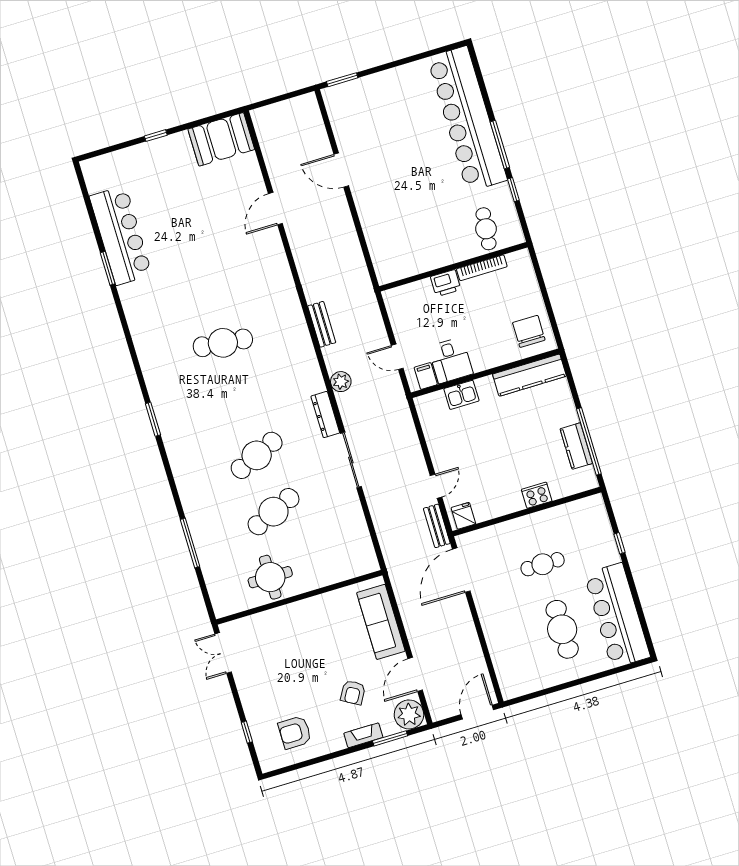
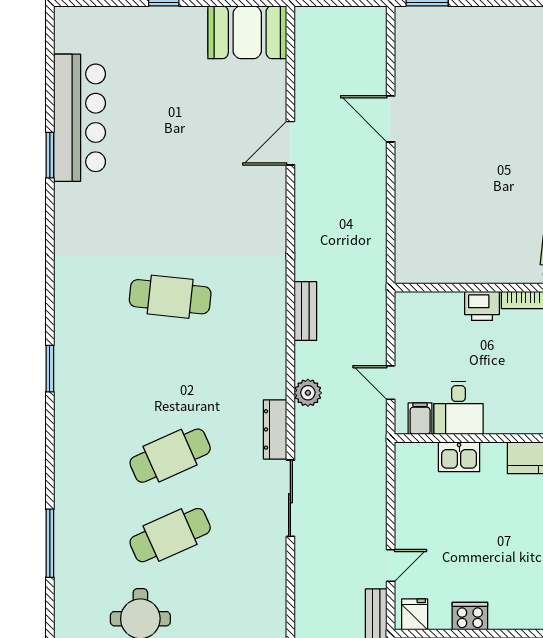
cooker: (537, 495) -> (470, 616), moved

